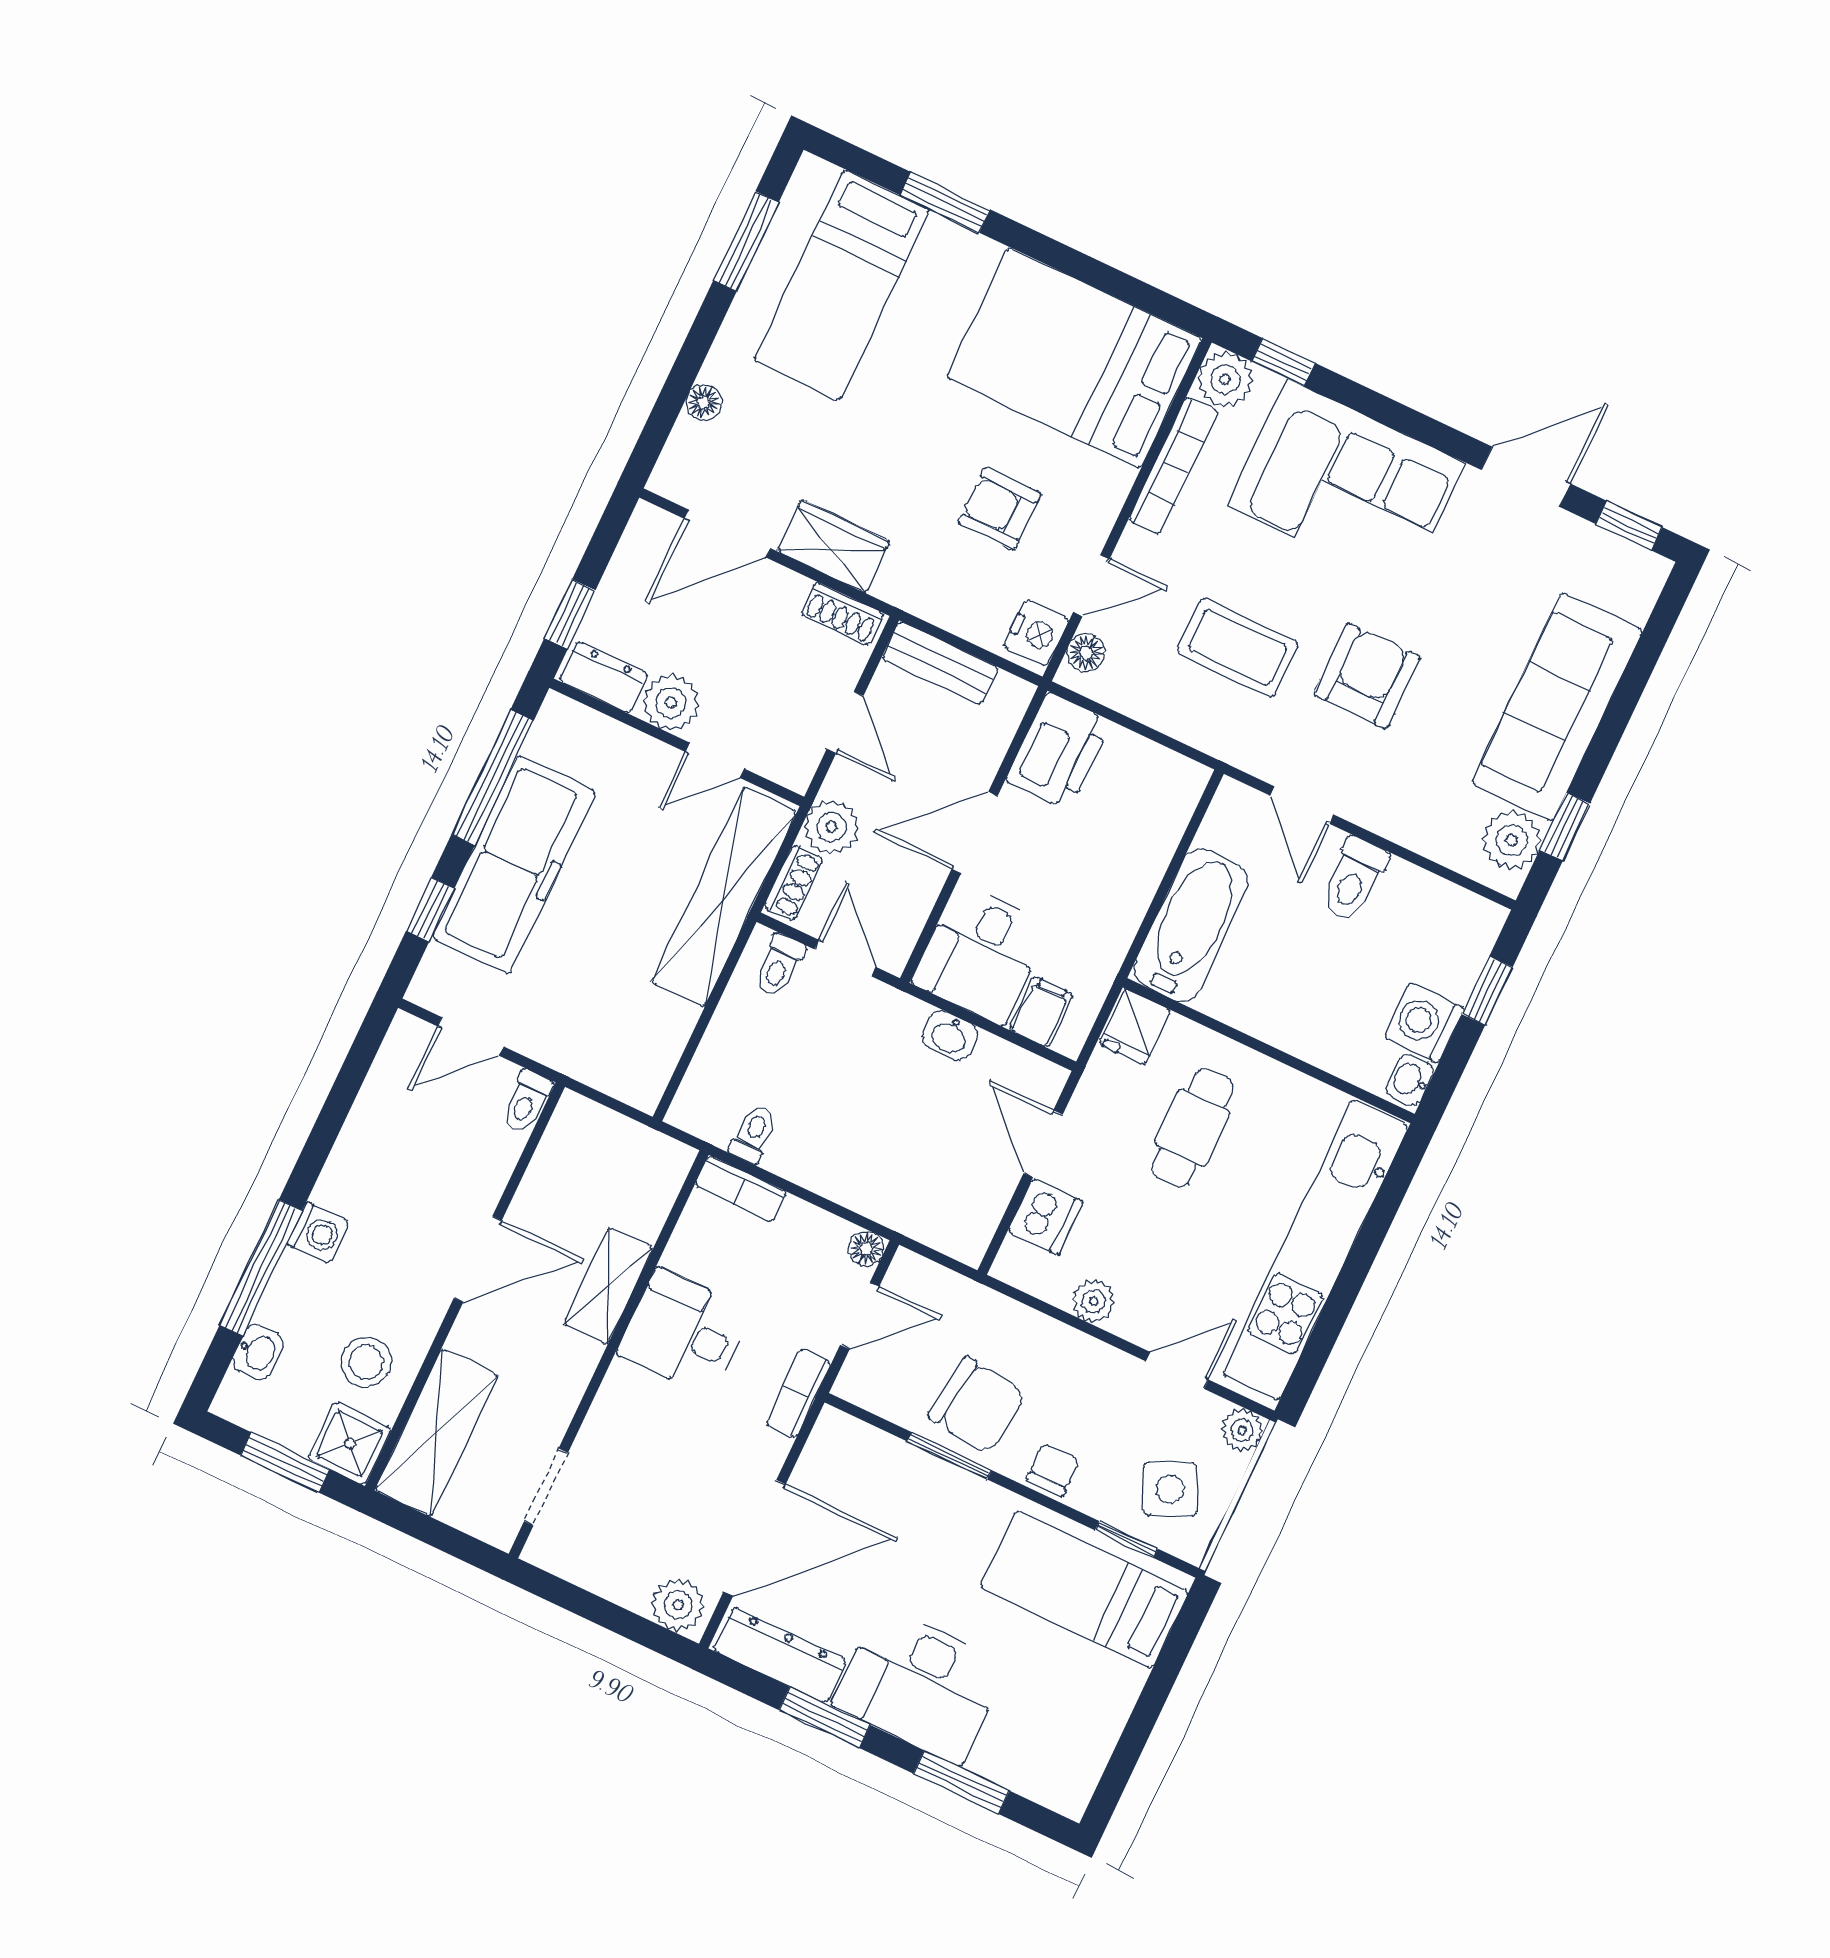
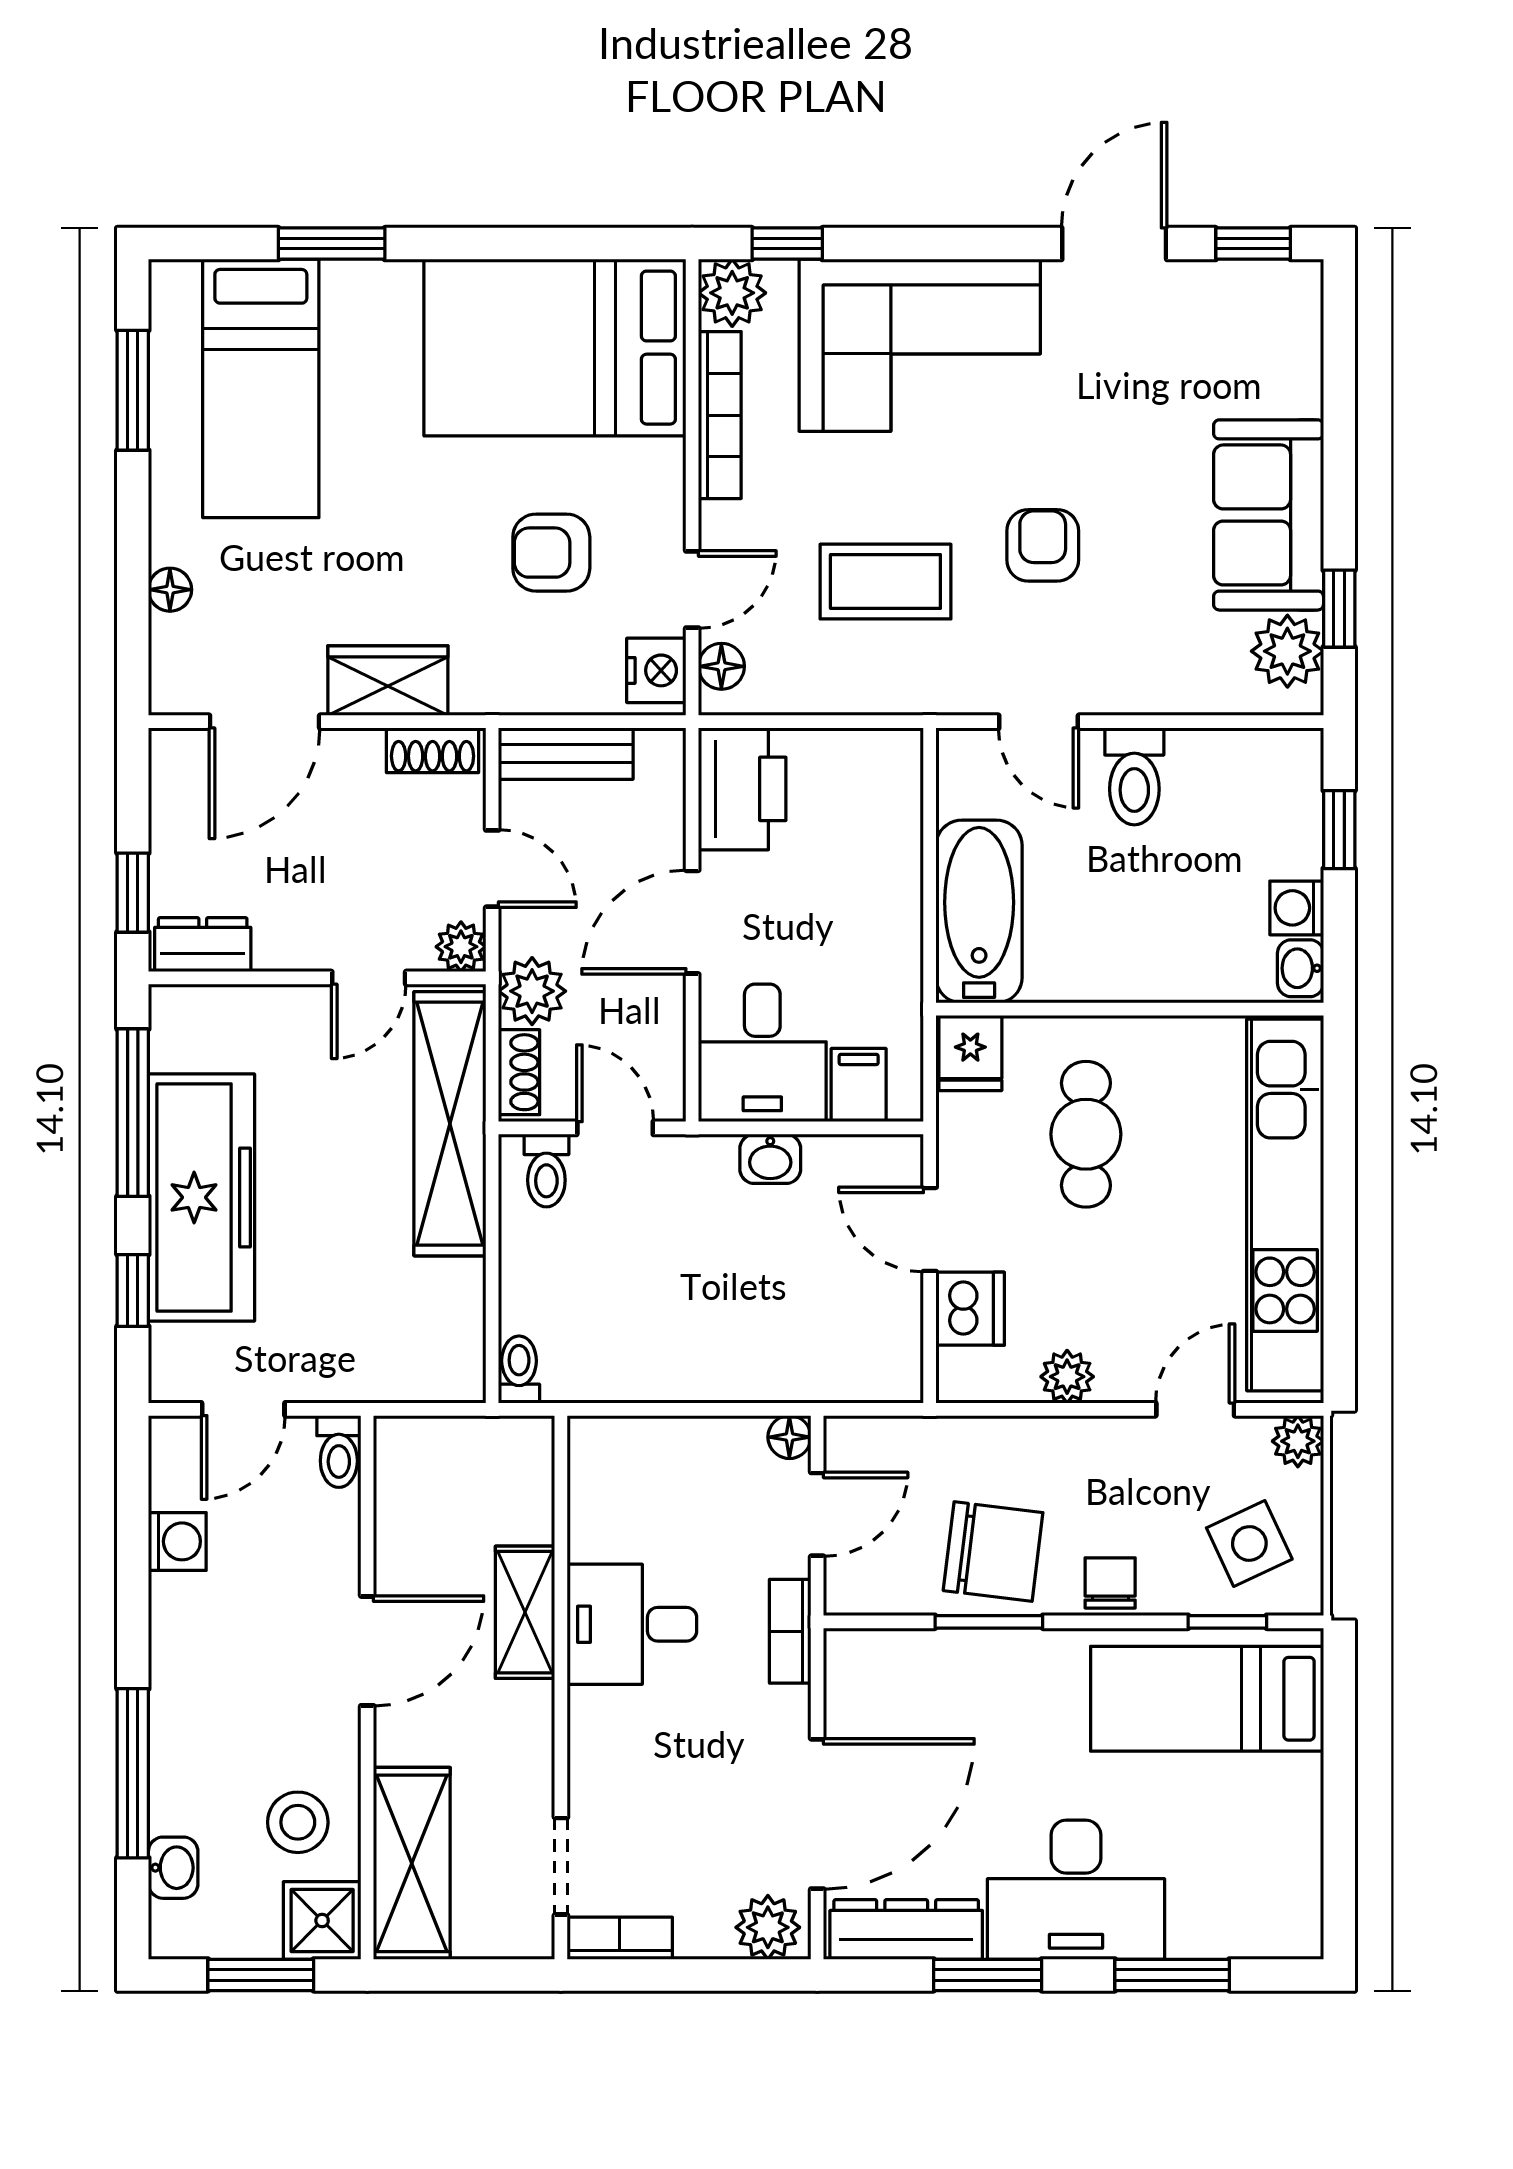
armchair: (1367, 676) -> (1043, 545), width x0.72, depth x0.72
plant: (671, 703) -> (461, 947), moved, width x0.73, depth x0.73
sofa: (1557, 707) -> (1269, 515), width x0.73
washing machine: (1424, 1023) -> (1297, 908), width x0.73, depth x0.73
toilet: (753, 1134) -> (519, 1369), moved
bookcase: (740, 1189) -> (620, 1938), moved, turned 180
washing machine: (318, 1233) -> (177, 1541), moved

